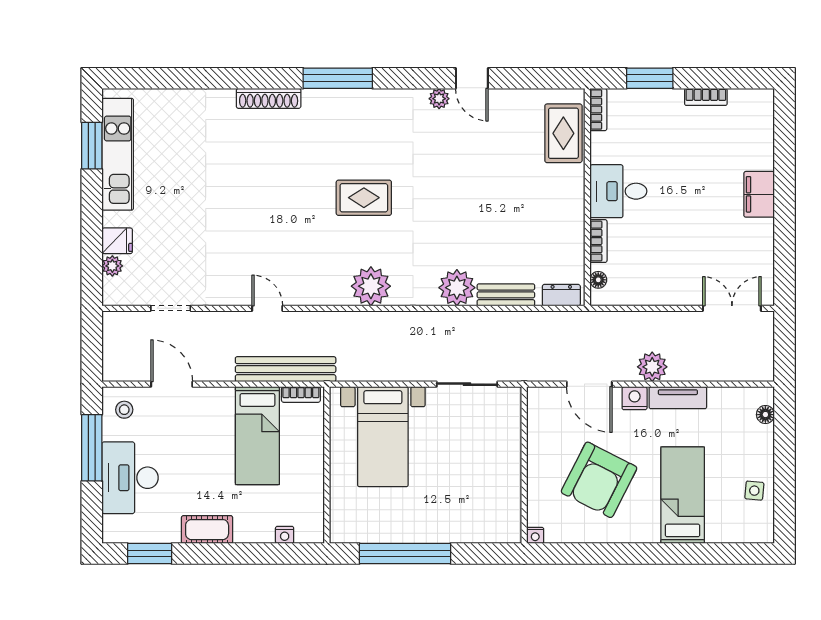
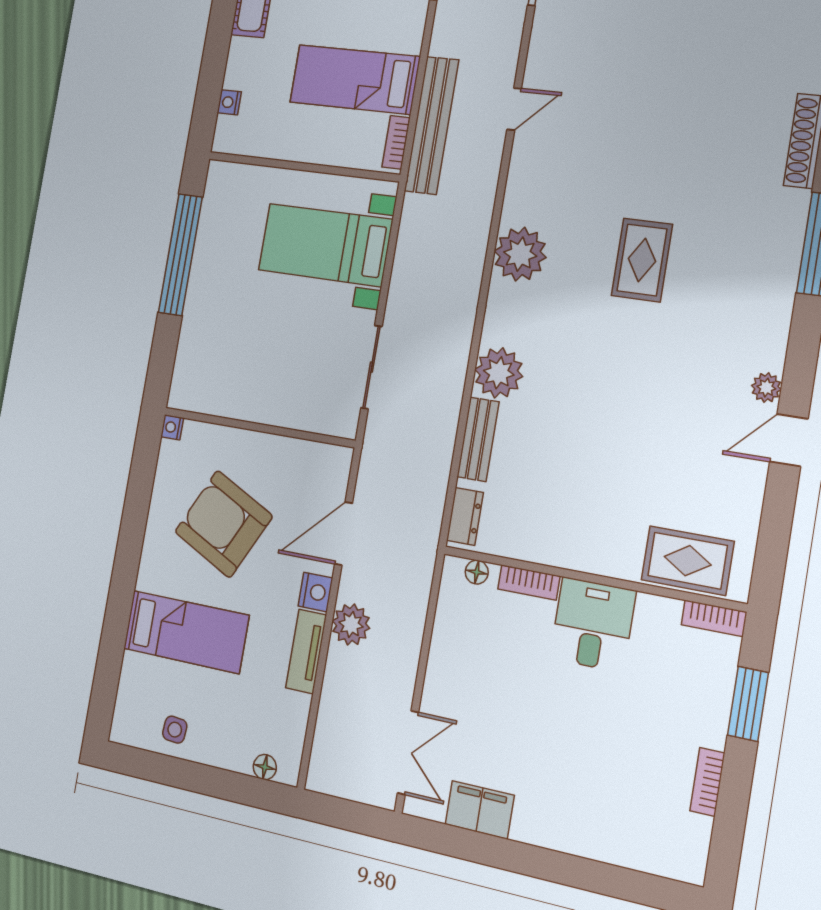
filing cabinet: (759, 194) -> (480, 810), moved

